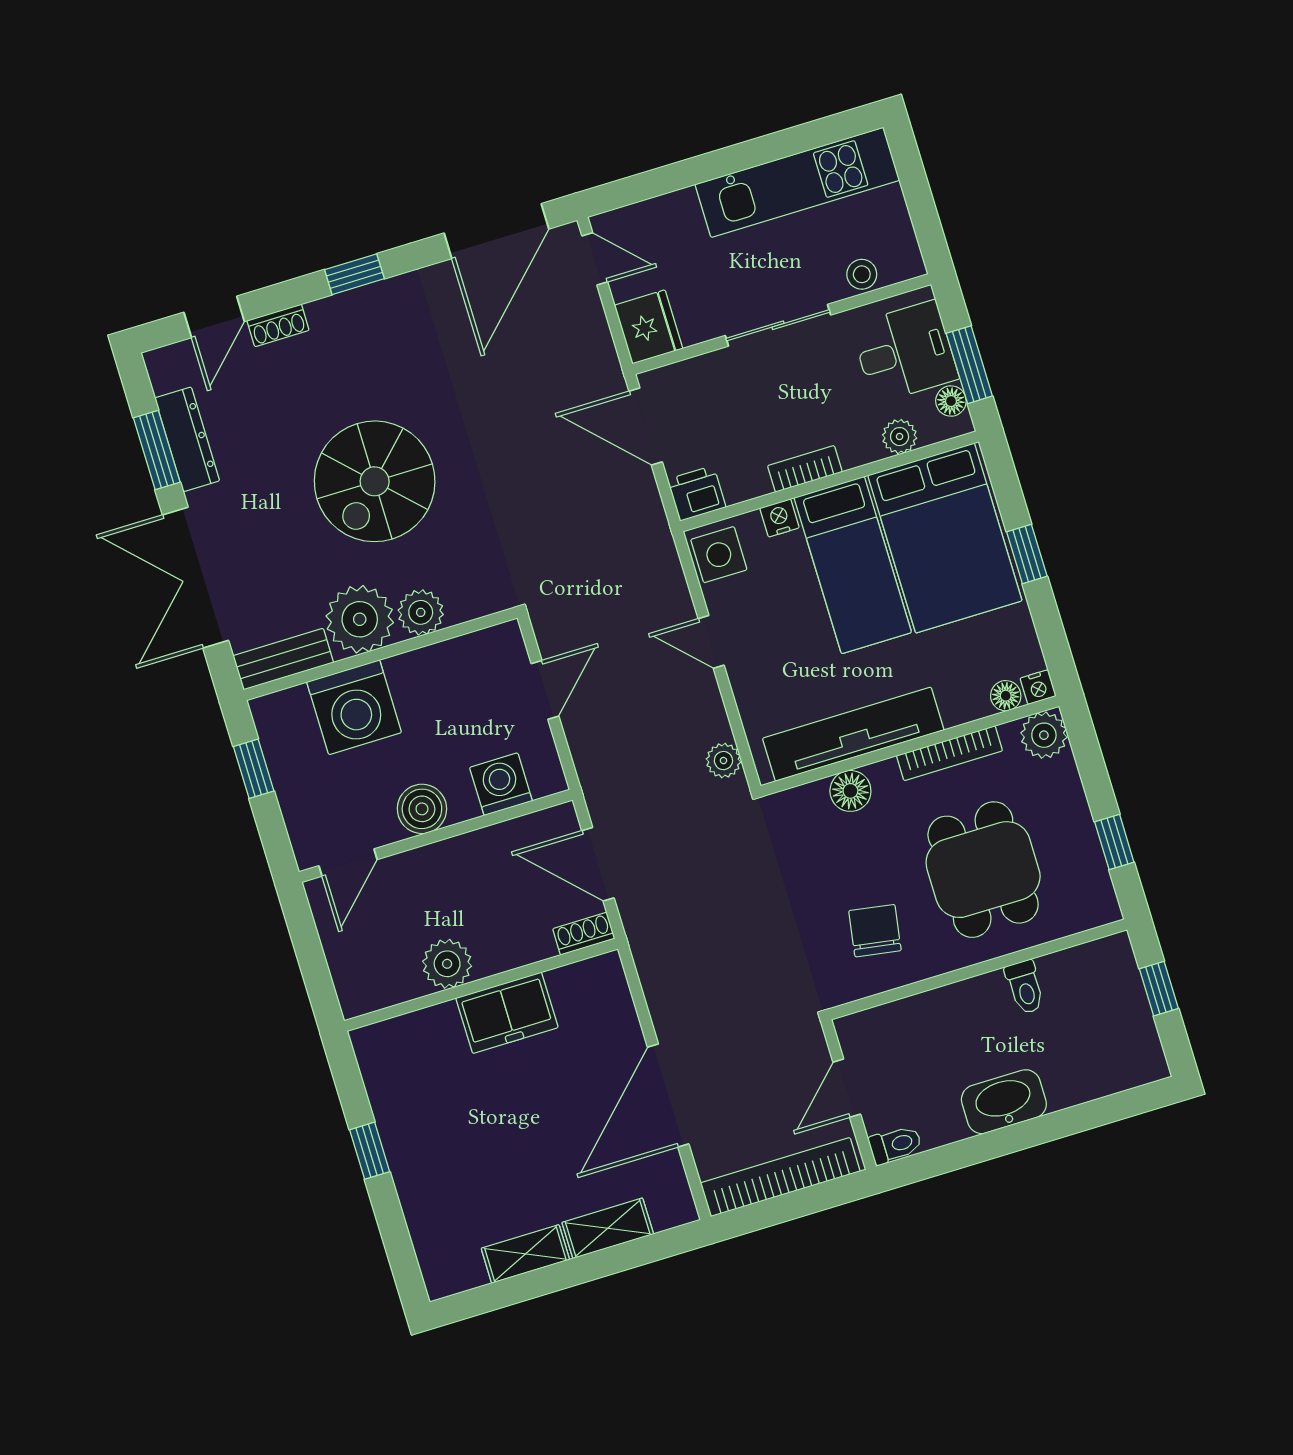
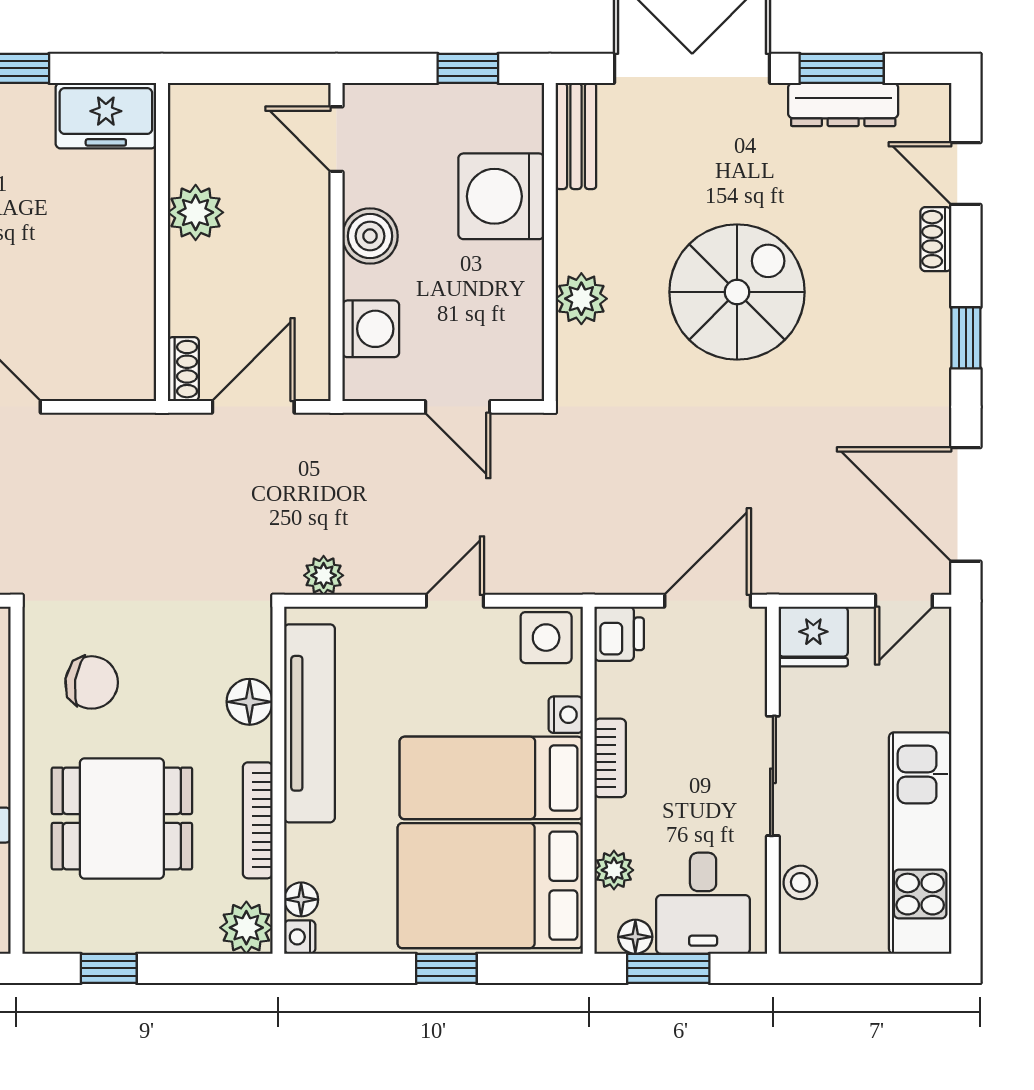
spiral stairs: (375, 481) -> (737, 292), turned 90
plant: (360, 619) -> (594, 231), removed
freezer: (507, 1013) -> (106, 116), moved, turned -90

